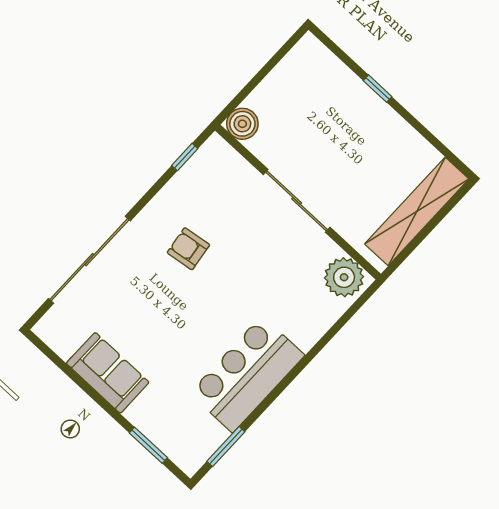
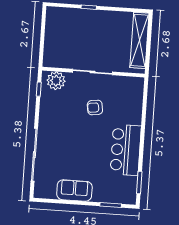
boiler: (242, 124) -> (50, 60), removed
armchair: (188, 249) -> (95, 107), moved
plant: (344, 277) -> (56, 81), moved

